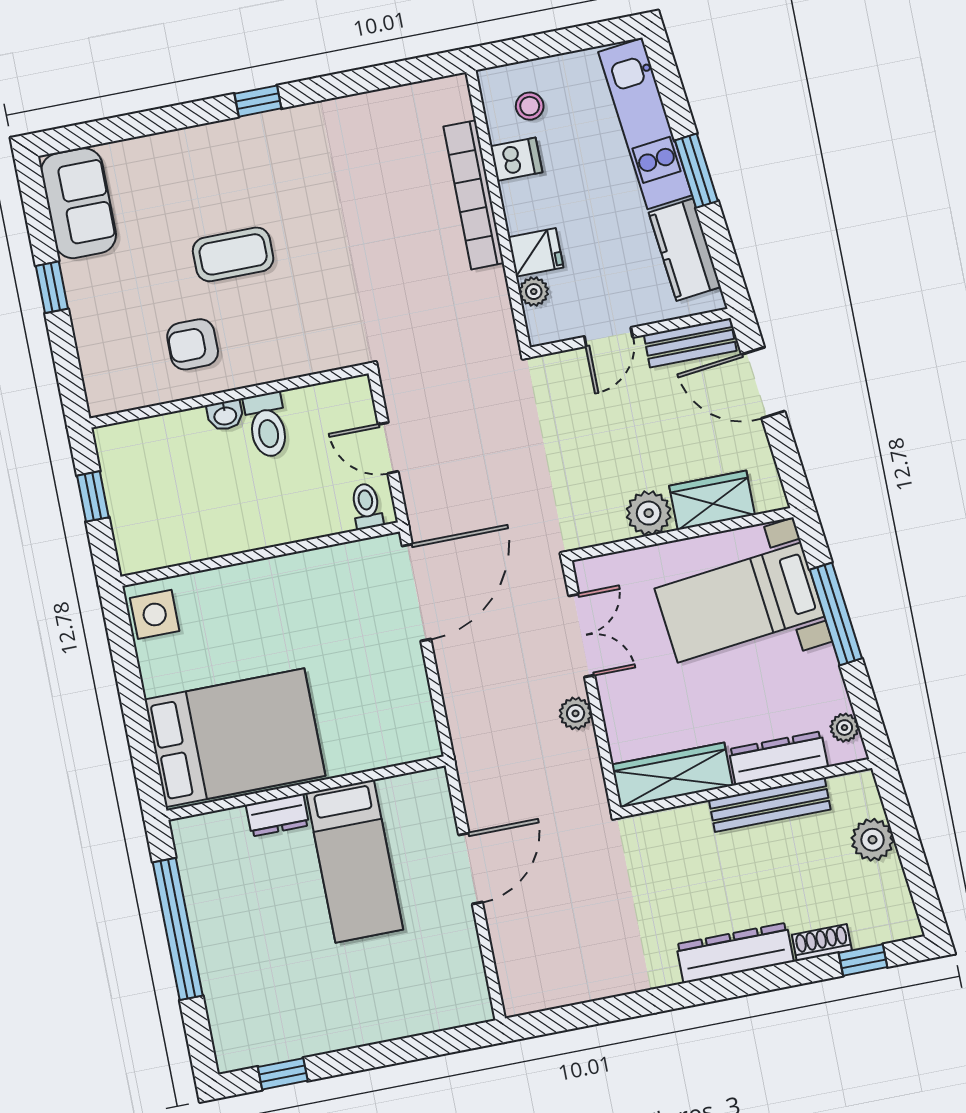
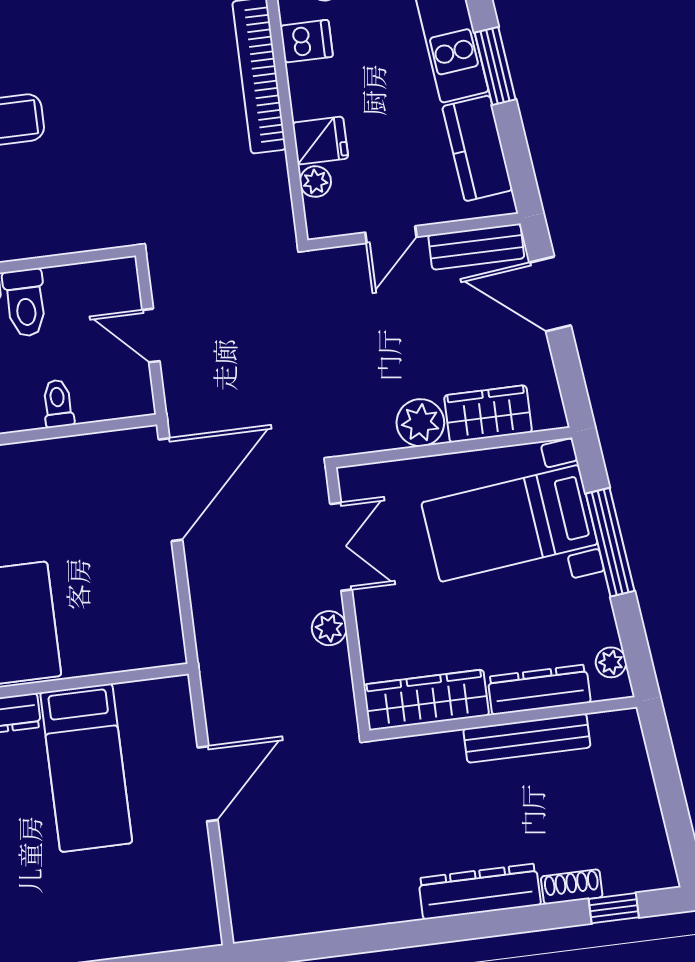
toilet: (367, 506) -> (58, 403), moved
plant: (873, 840) -> (632, 782), removed

